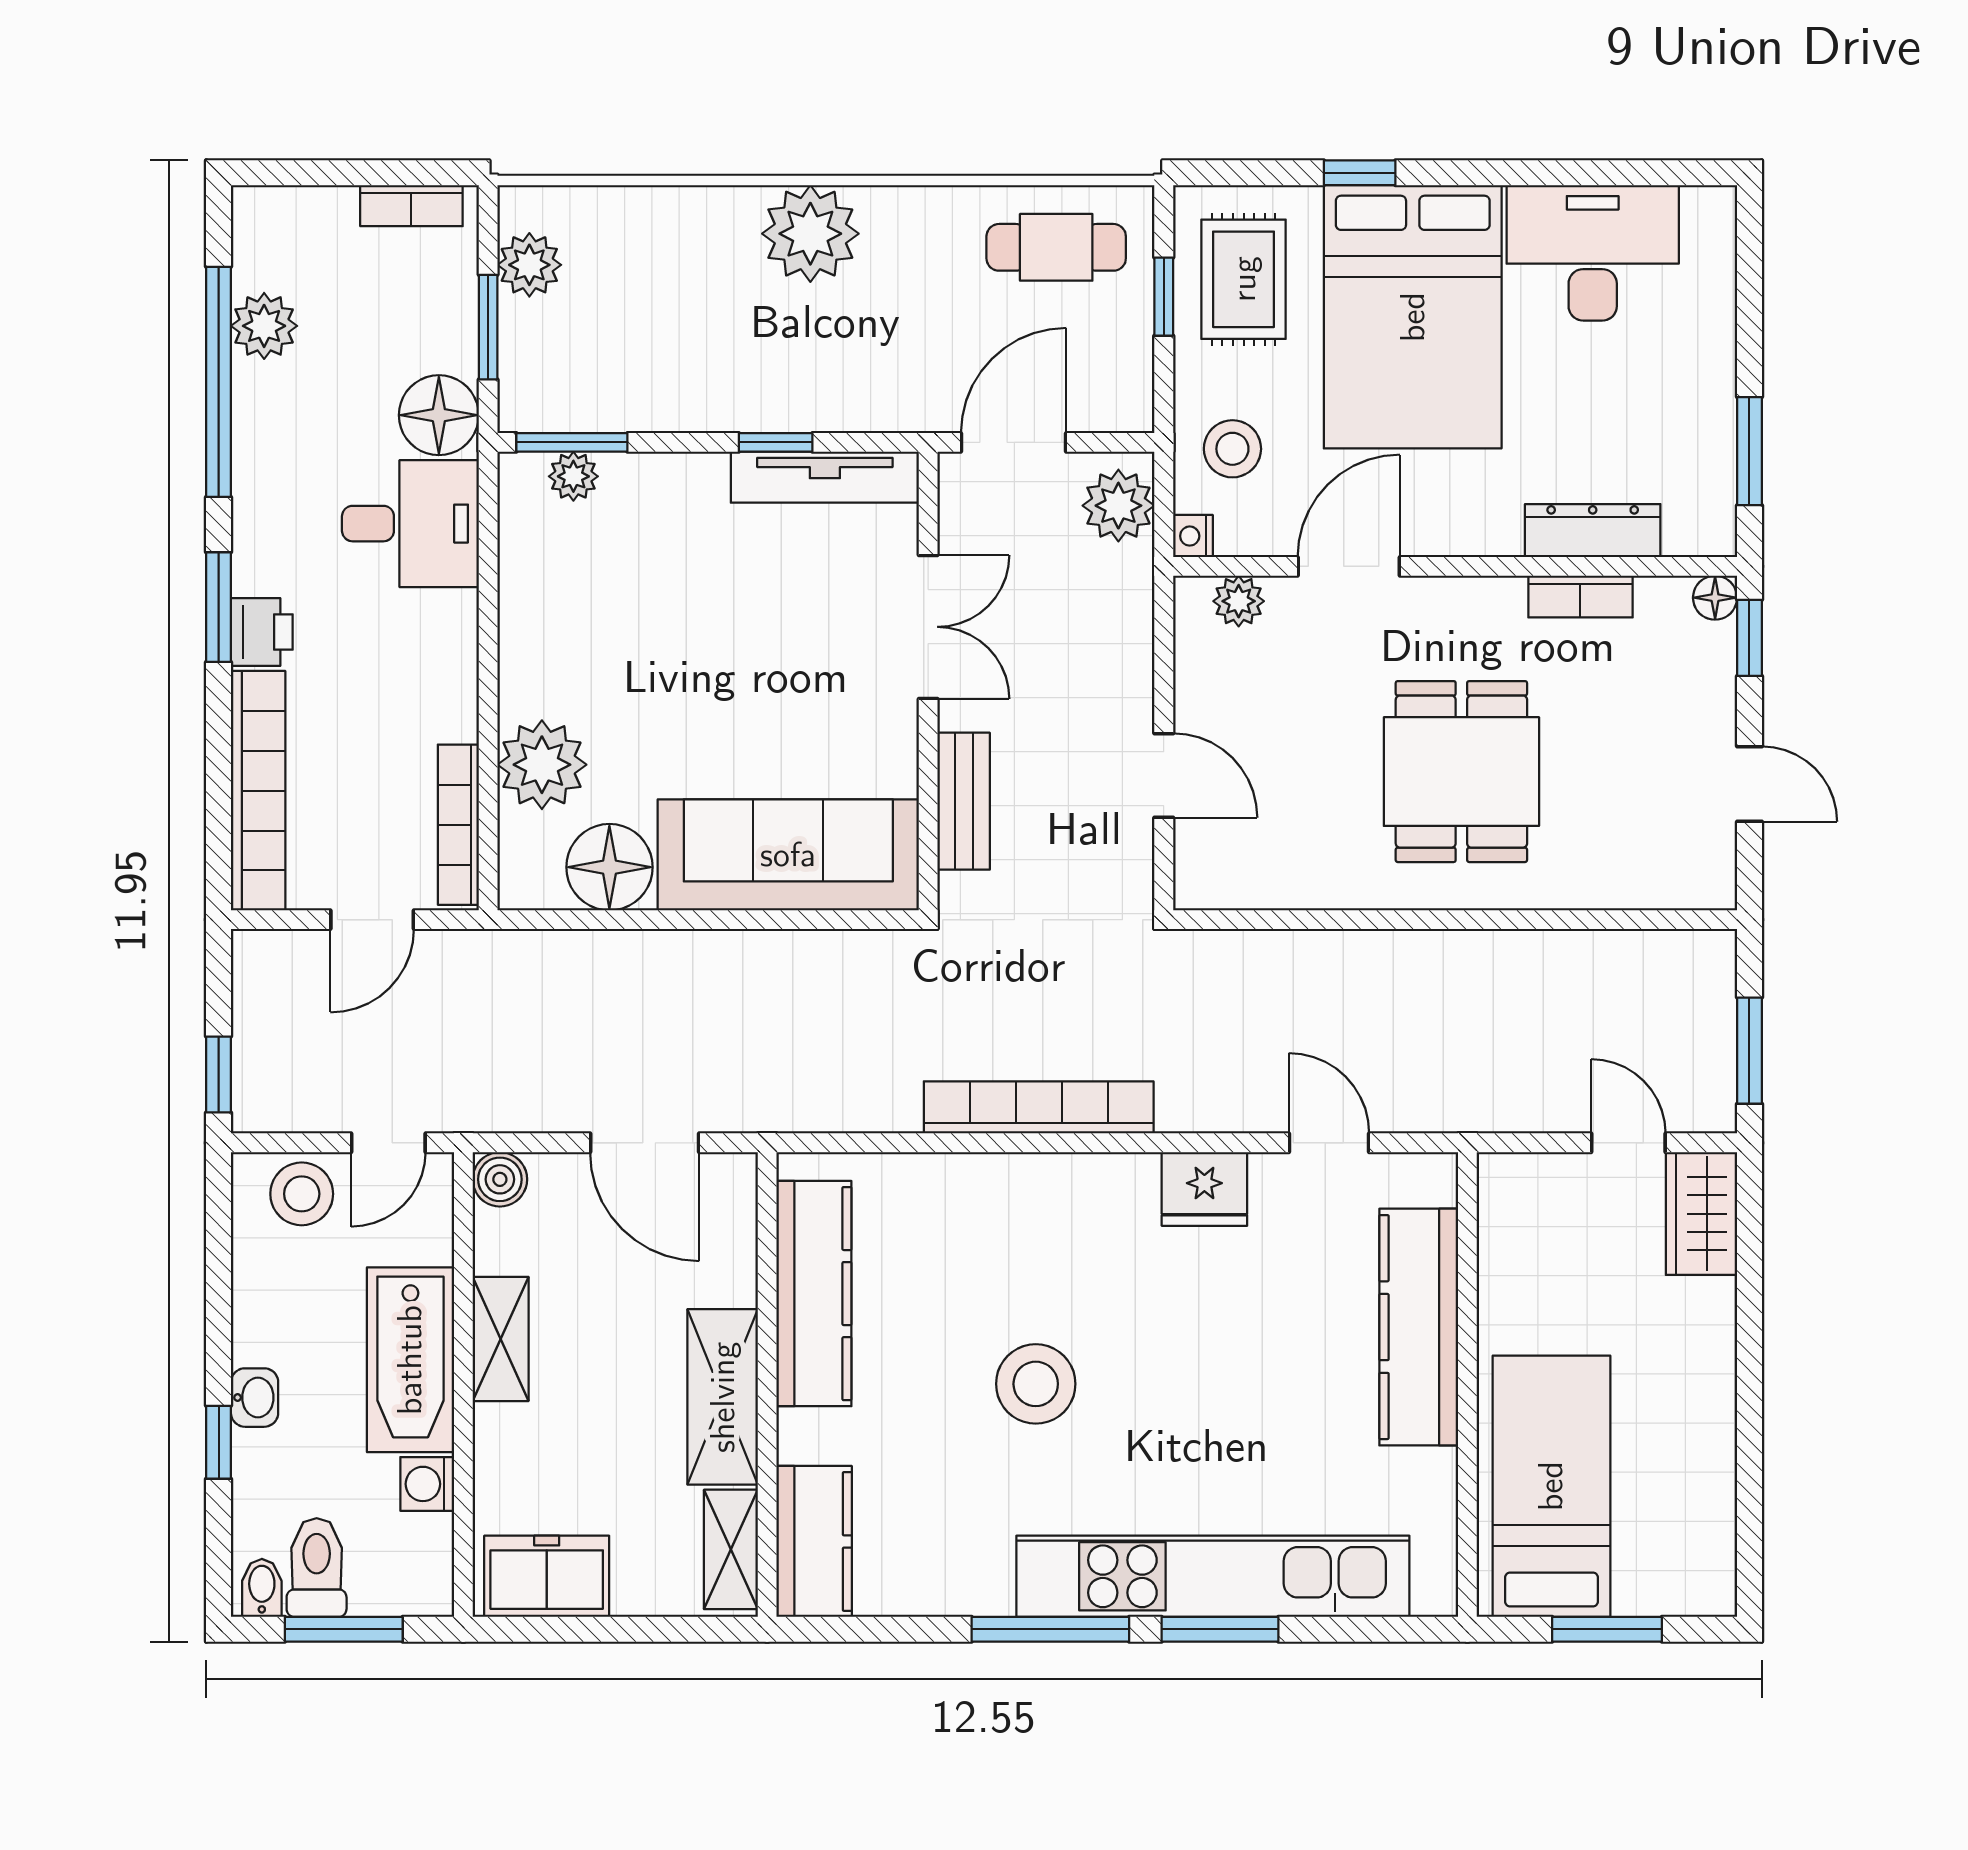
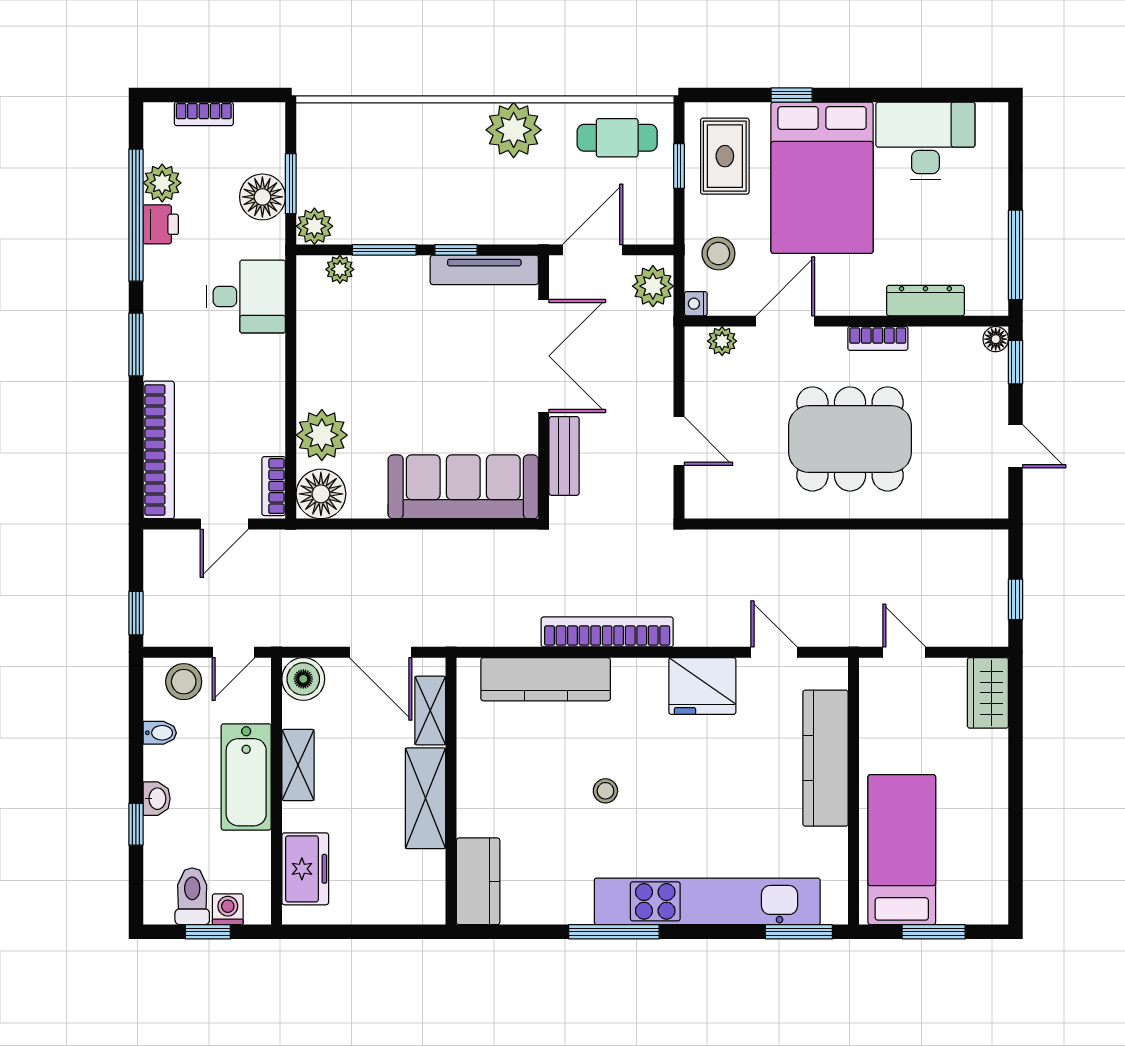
bookcase: (411, 206) -> (204, 114), moved
plant: (810, 234) -> (514, 130), moved
plant: (529, 265) -> (314, 226), moved
floor lamp: (439, 415) -> (262, 197), moved
window: (572, 442) -> (384, 250), moved
window: (1749, 451) -> (1016, 255), width x1.44
bookcase: (1580, 597) -> (878, 338), moved
double door: (928, 627) -> (544, 356), width x1.37
printer: (262, 632) -> (161, 224), moved
dining table: (1461, 772) -> (850, 439), width x1.38
bookcase: (458, 825) -> (274, 486), width x0.64
floor lamp: (609, 867) -> (321, 494), moved
window: (1749, 1051) -> (1016, 599), width x0.67
door: (1628, 1143) -> (904, 652), moved
boiler: (500, 1179) -> (303, 679), width x1.36, depth x1.36
fridge: (1204, 1189) -> (702, 686), width x1.36, depth x1.34
kitchen counter: (814, 1294) -> (546, 679), moved, turned 90
stool: (1036, 1384) -> (605, 791), width x0.53, depth x0.53
washing machine: (427, 1484) -> (228, 909), moved, turned 90
shelving: (731, 1549) -> (430, 711), moved
freezer: (547, 1576) -> (305, 869), moved, turned 90
bidet: (262, 1588) -> (160, 733), moved, turned 90
window: (344, 1629) -> (208, 932), width x0.67
window: (1220, 1629) -> (799, 932), moved

